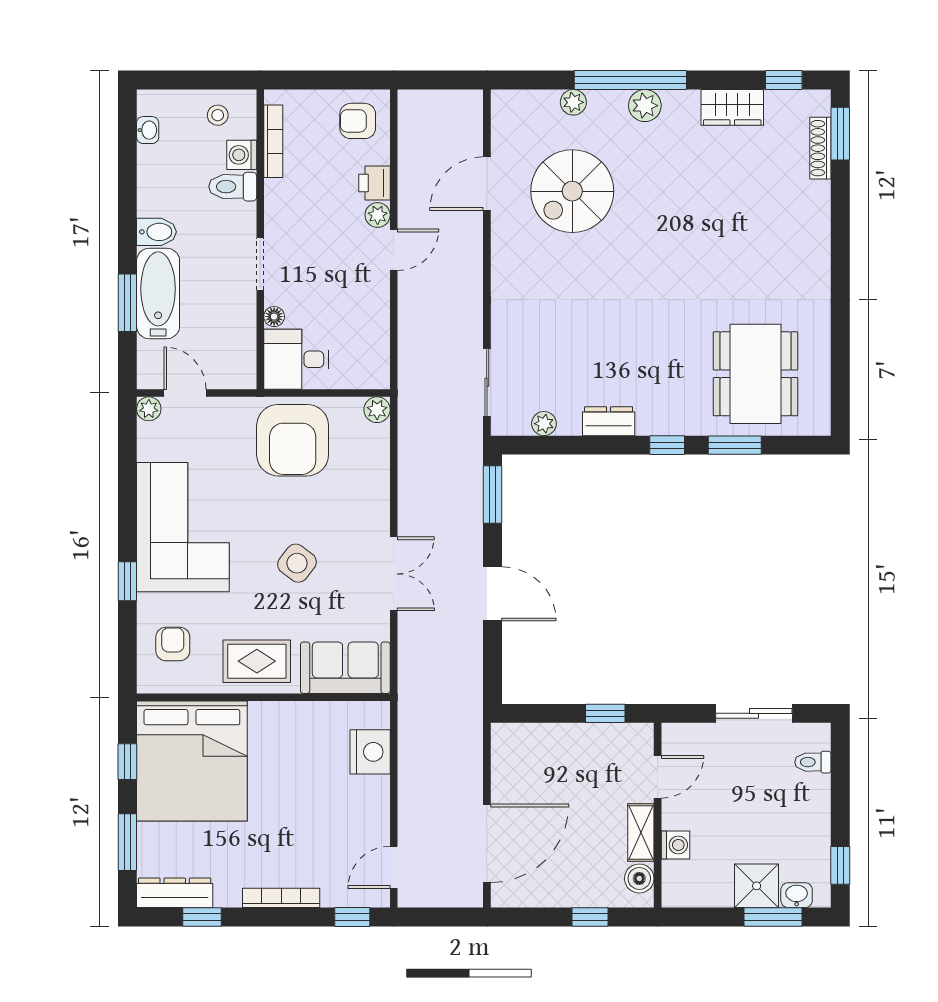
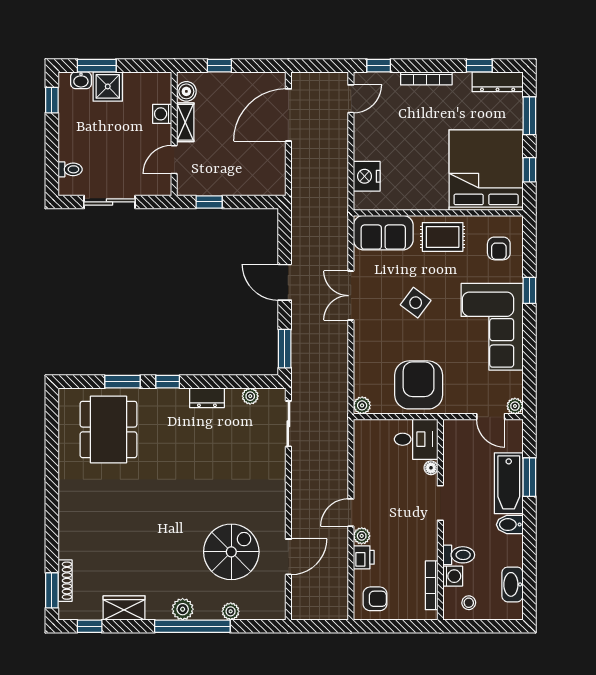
washbasin: (148, 130) -> (512, 584), width x1.91, depth x1.45

